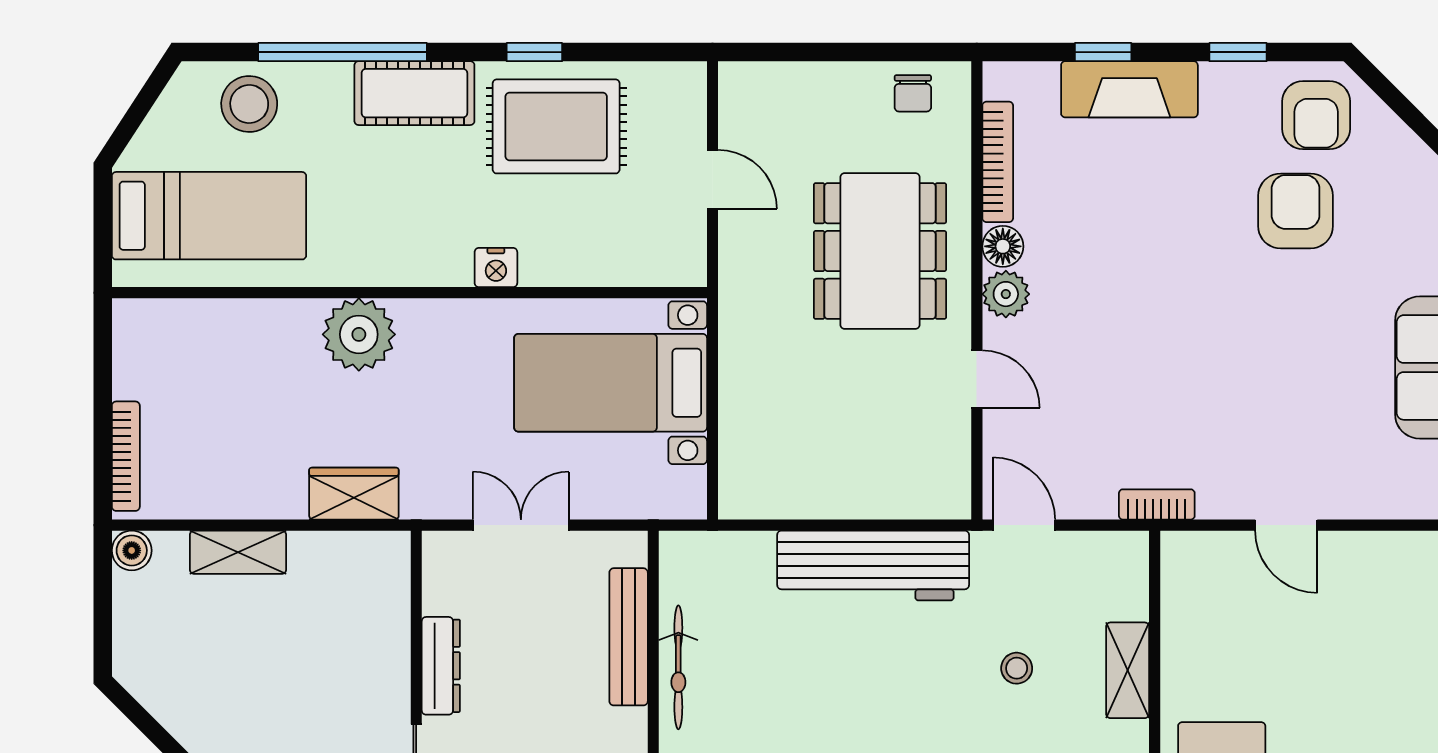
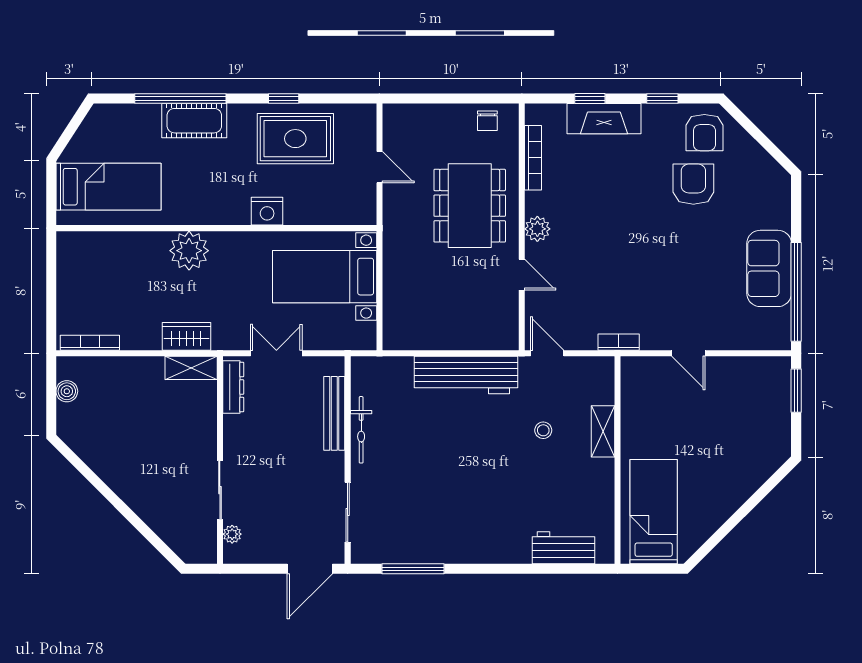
cot: (414, 93) -> (194, 121), moved
stool: (249, 104) -> (130, 127), removed
floor lamp: (1003, 246) -> (536, 203), removed
nightstand: (496, 268) -> (267, 211), width x1.36, depth x1.33
bookcase: (126, 456) -> (90, 343), moved, turned -90
boiler: (132, 550) -> (67, 391), moved
shelving: (238, 552) -> (191, 368), moved
dresser: (441, 666) -> (233, 387), moved

